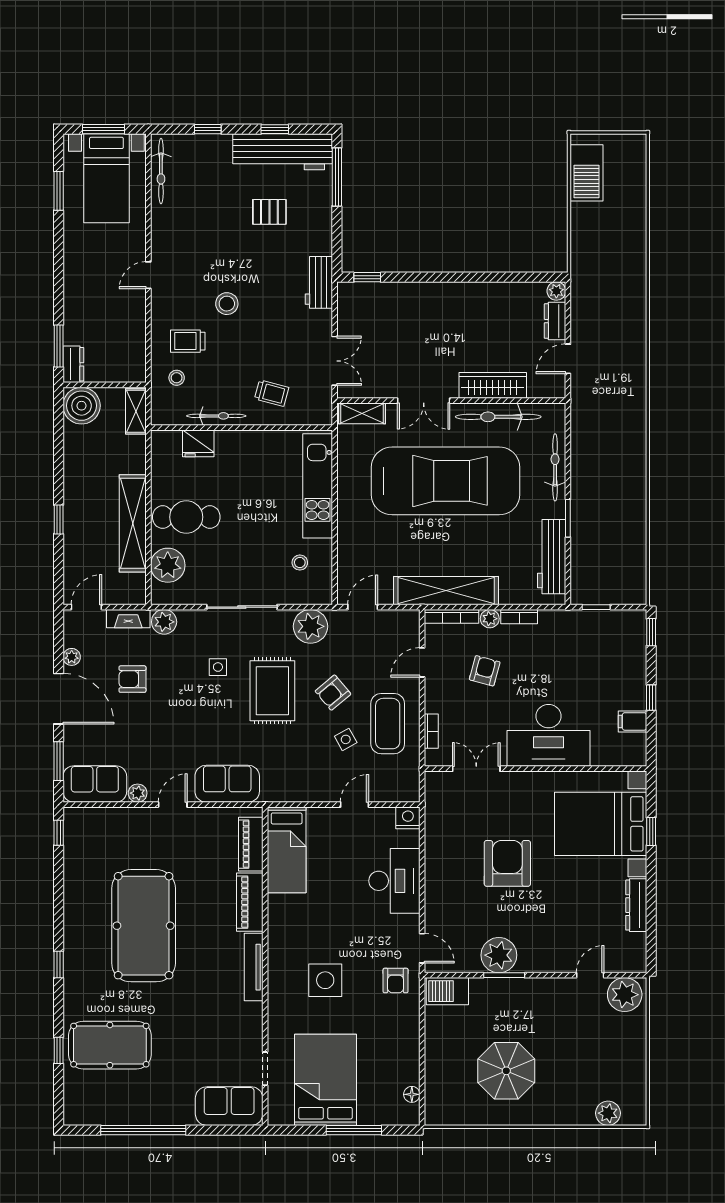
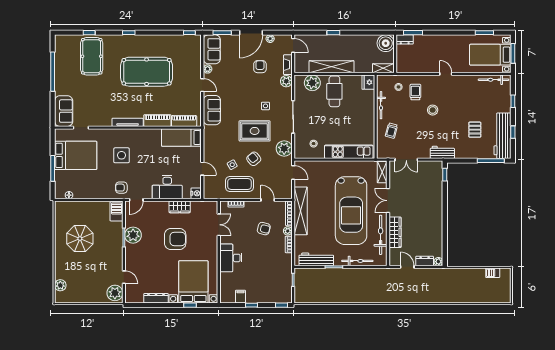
barbecue: (587, 173) -> (493, 273), width x0.53, depth x0.65
fridge: (198, 443) -> (368, 82), moved
desk: (549, 735) -> (231, 258), width x0.73, depth x0.77
wardrobe: (437, 854) -> (180, 207), added

